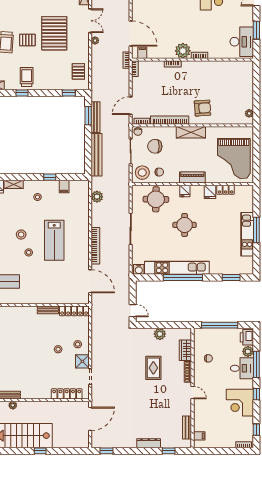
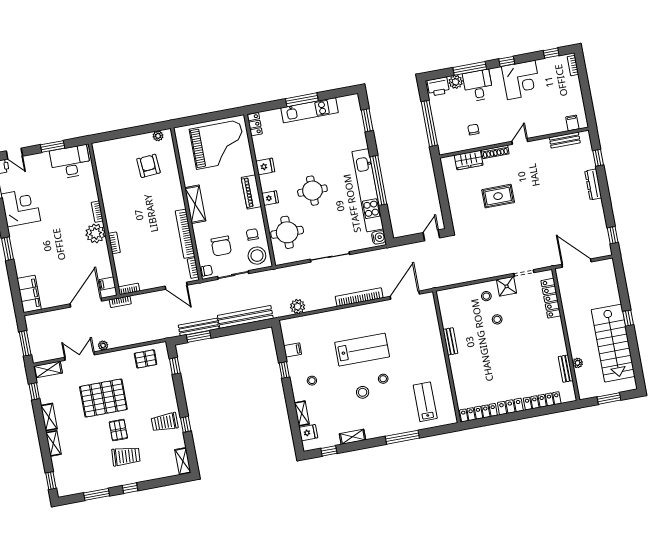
armchair: (202, 108) -> (148, 166), moved
locker: (226, 190) -> (255, 124), moved
locker: (74, 311) -> (445, 308), removed
plant: (160, 334) -> (454, 196), removed

